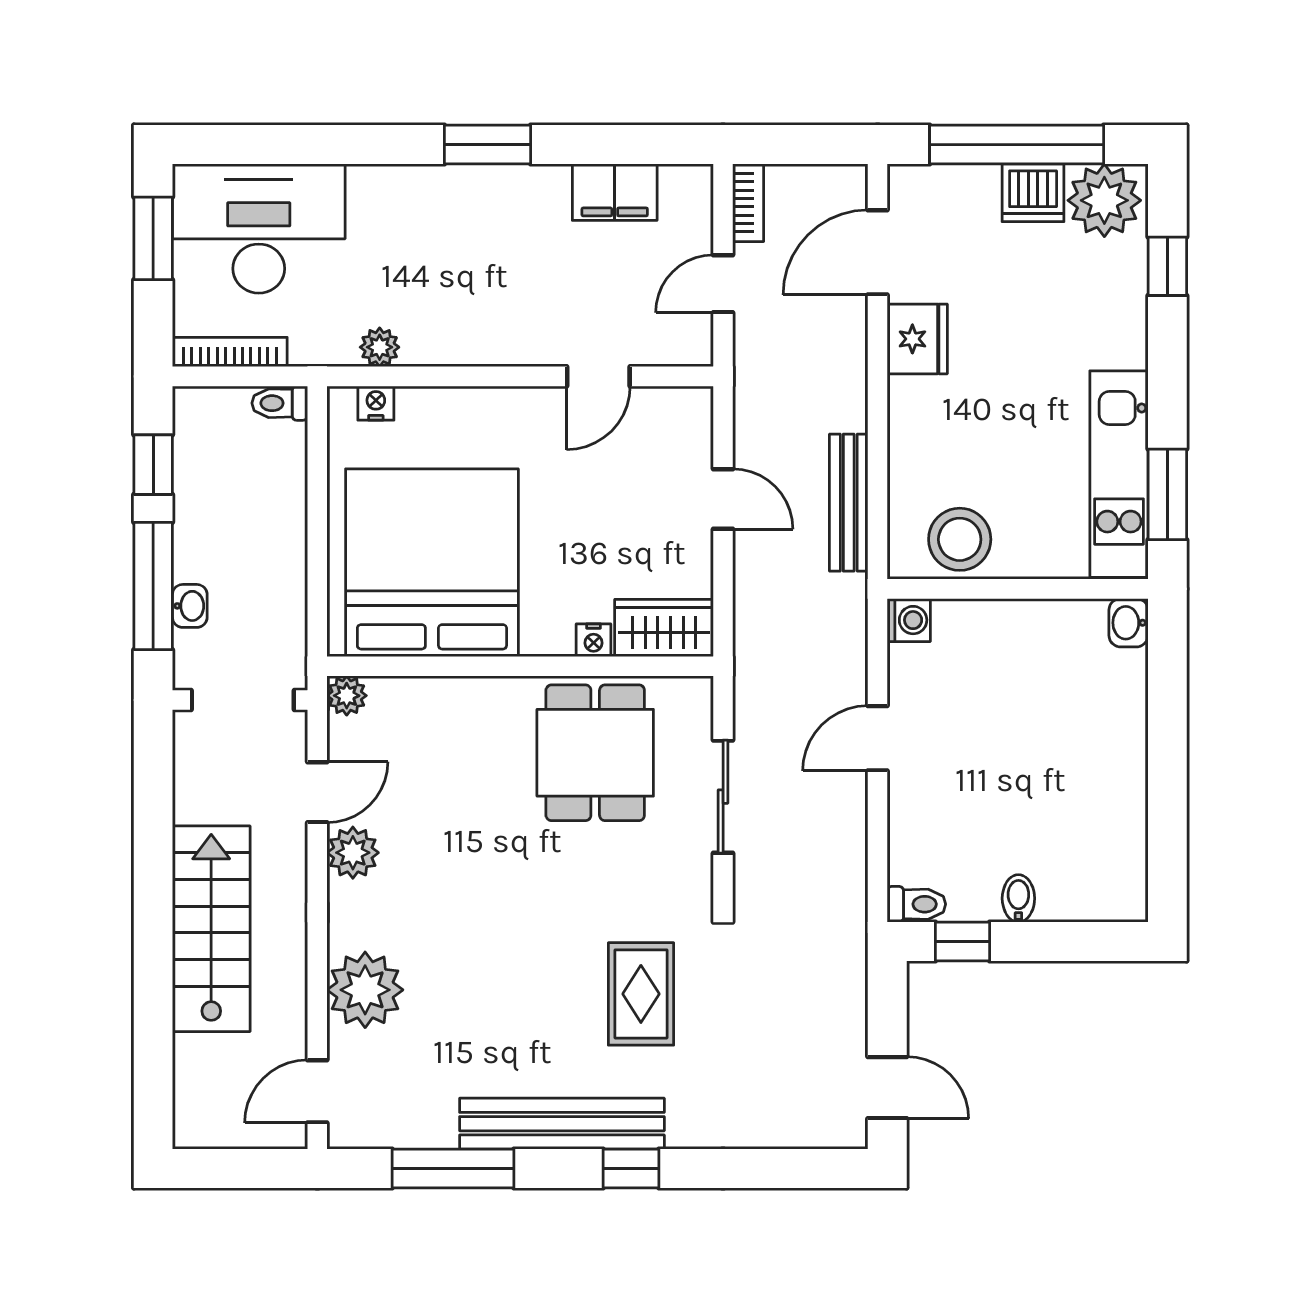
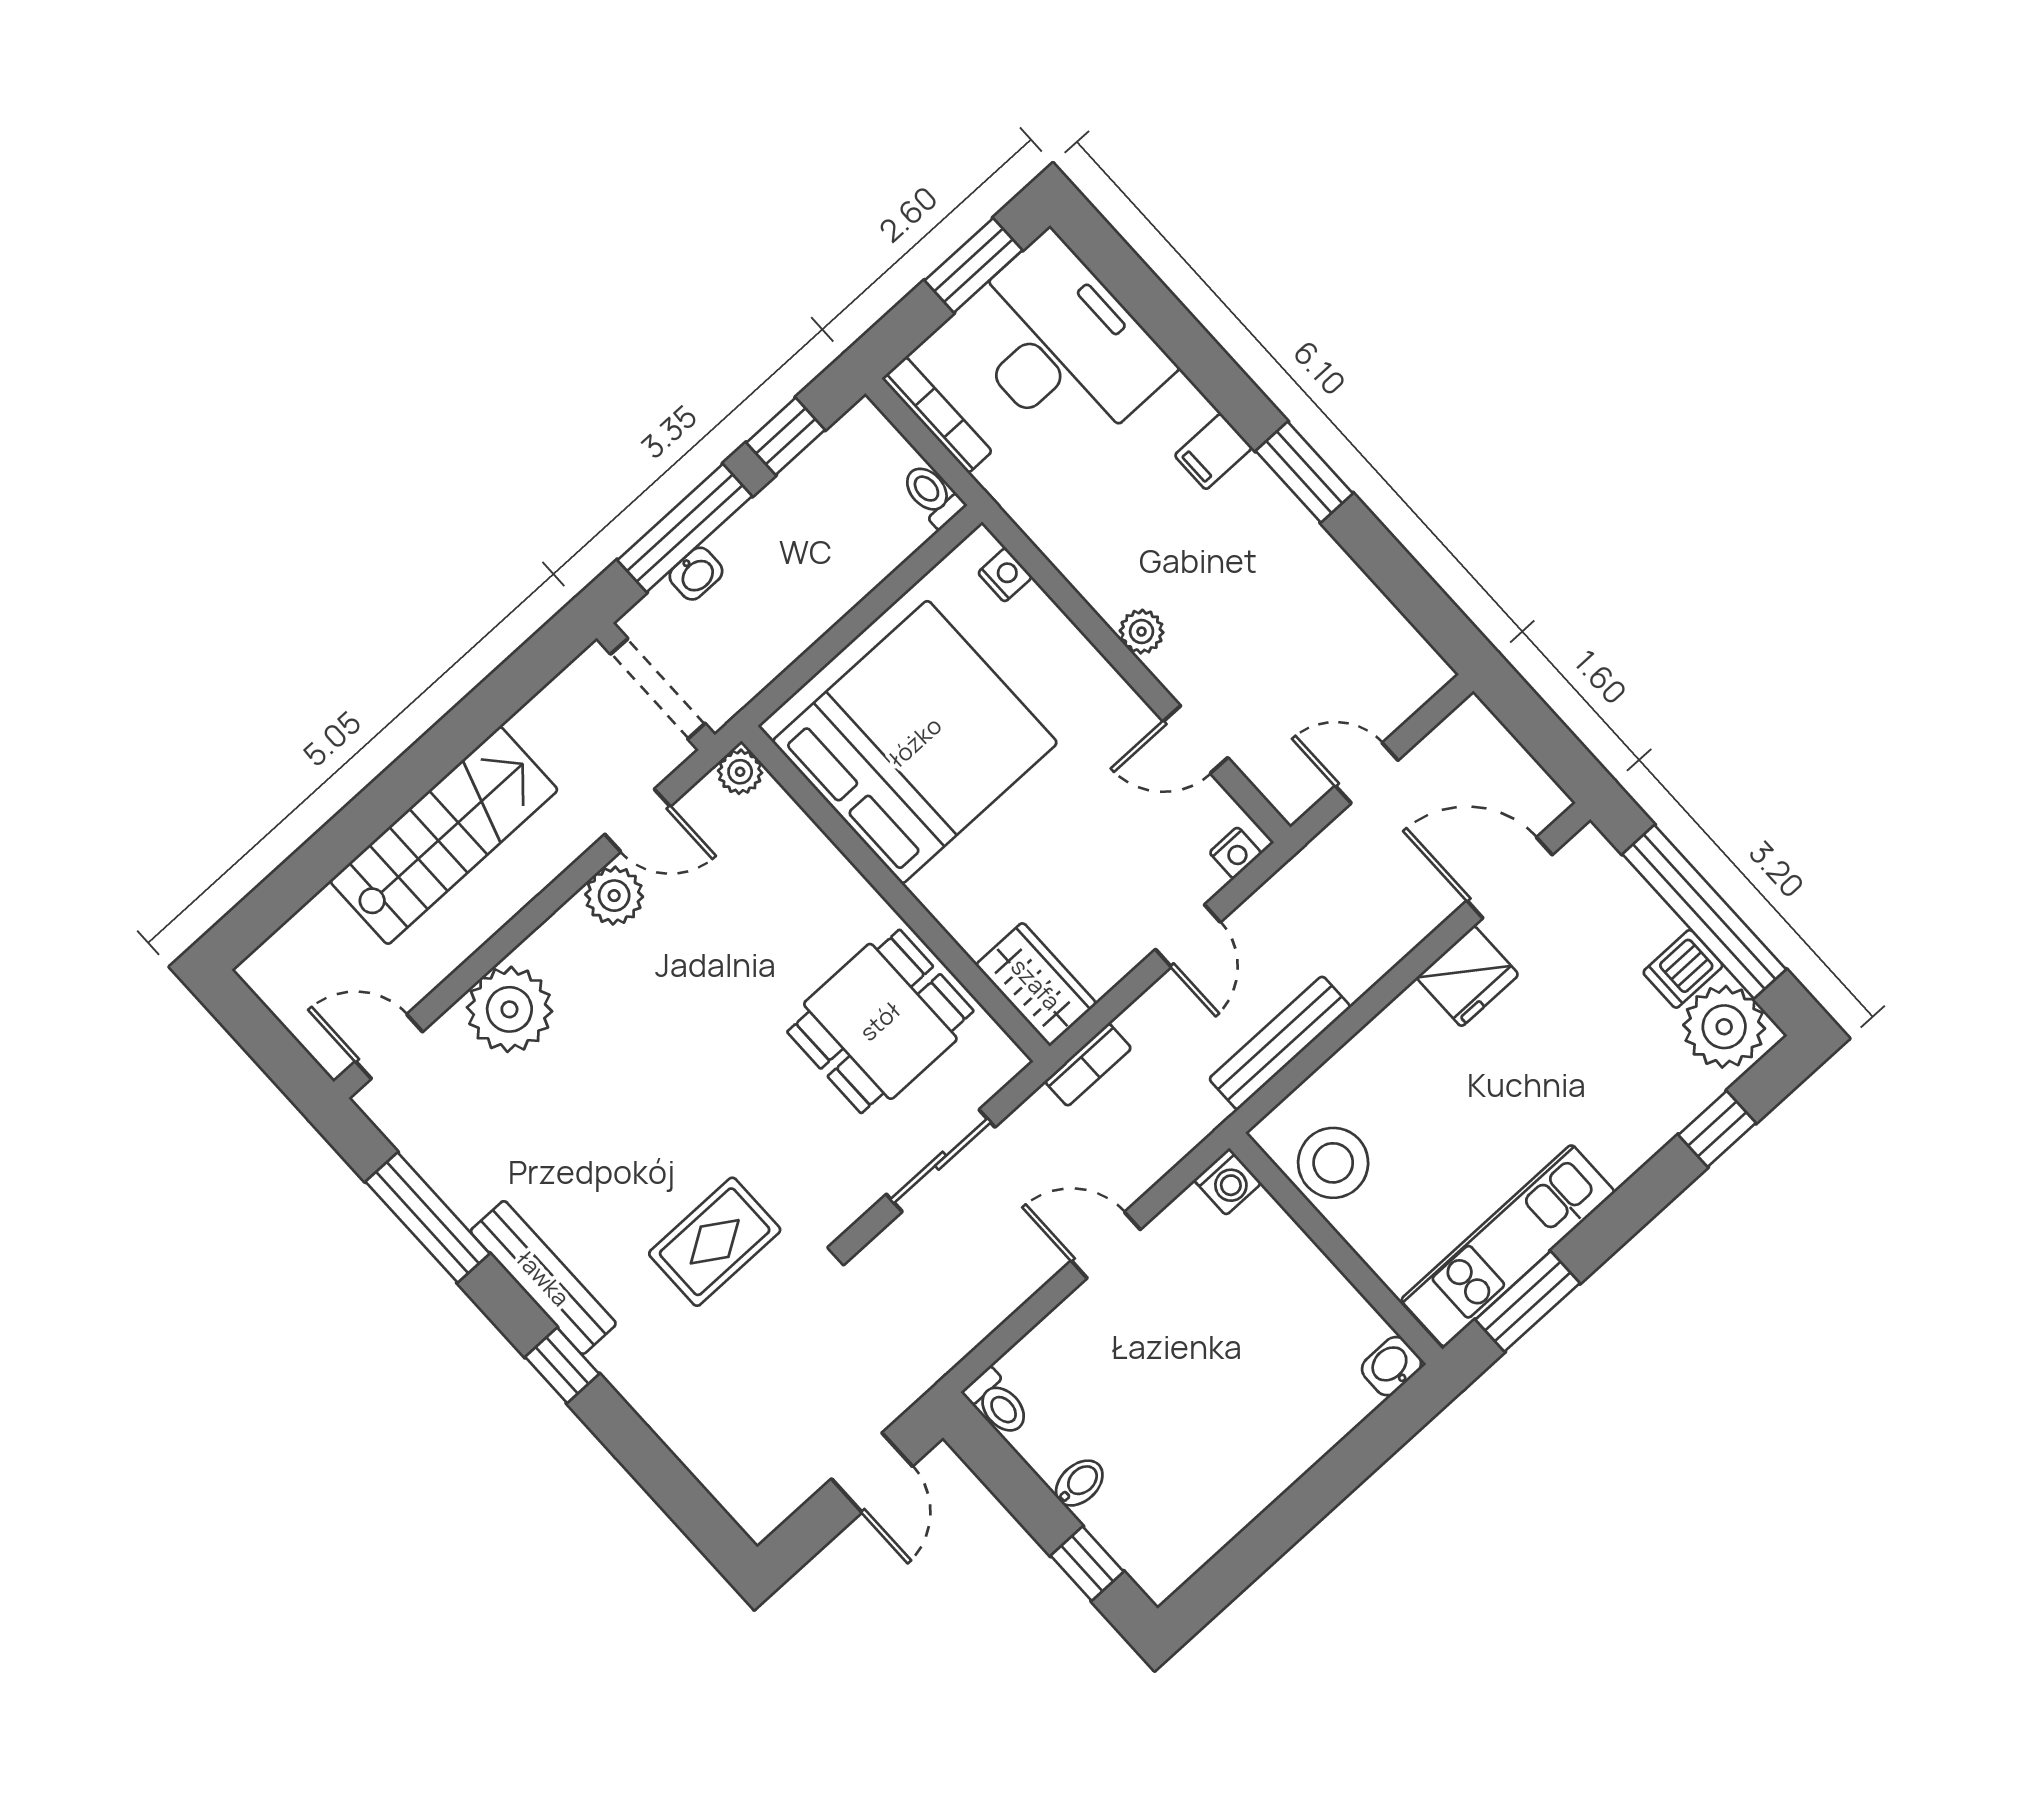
filing cabinet: (615, 192) -> (1213, 452), moved, width x0.50
dishwasher: (1033, 193) -> (1683, 969), width x0.73
bookcase: (748, 203) -> (1088, 1065), moved
plant: (380, 347) -> (1142, 632), moved
nightstand: (594, 640) -> (1235, 853), moved, turned -90
window: (963, 941) -> (1087, 1564), moved
door: (887, 1088) -> (872, 1473), moved
bench: (562, 1124) -> (543, 1278), width x0.73, depth x0.82

